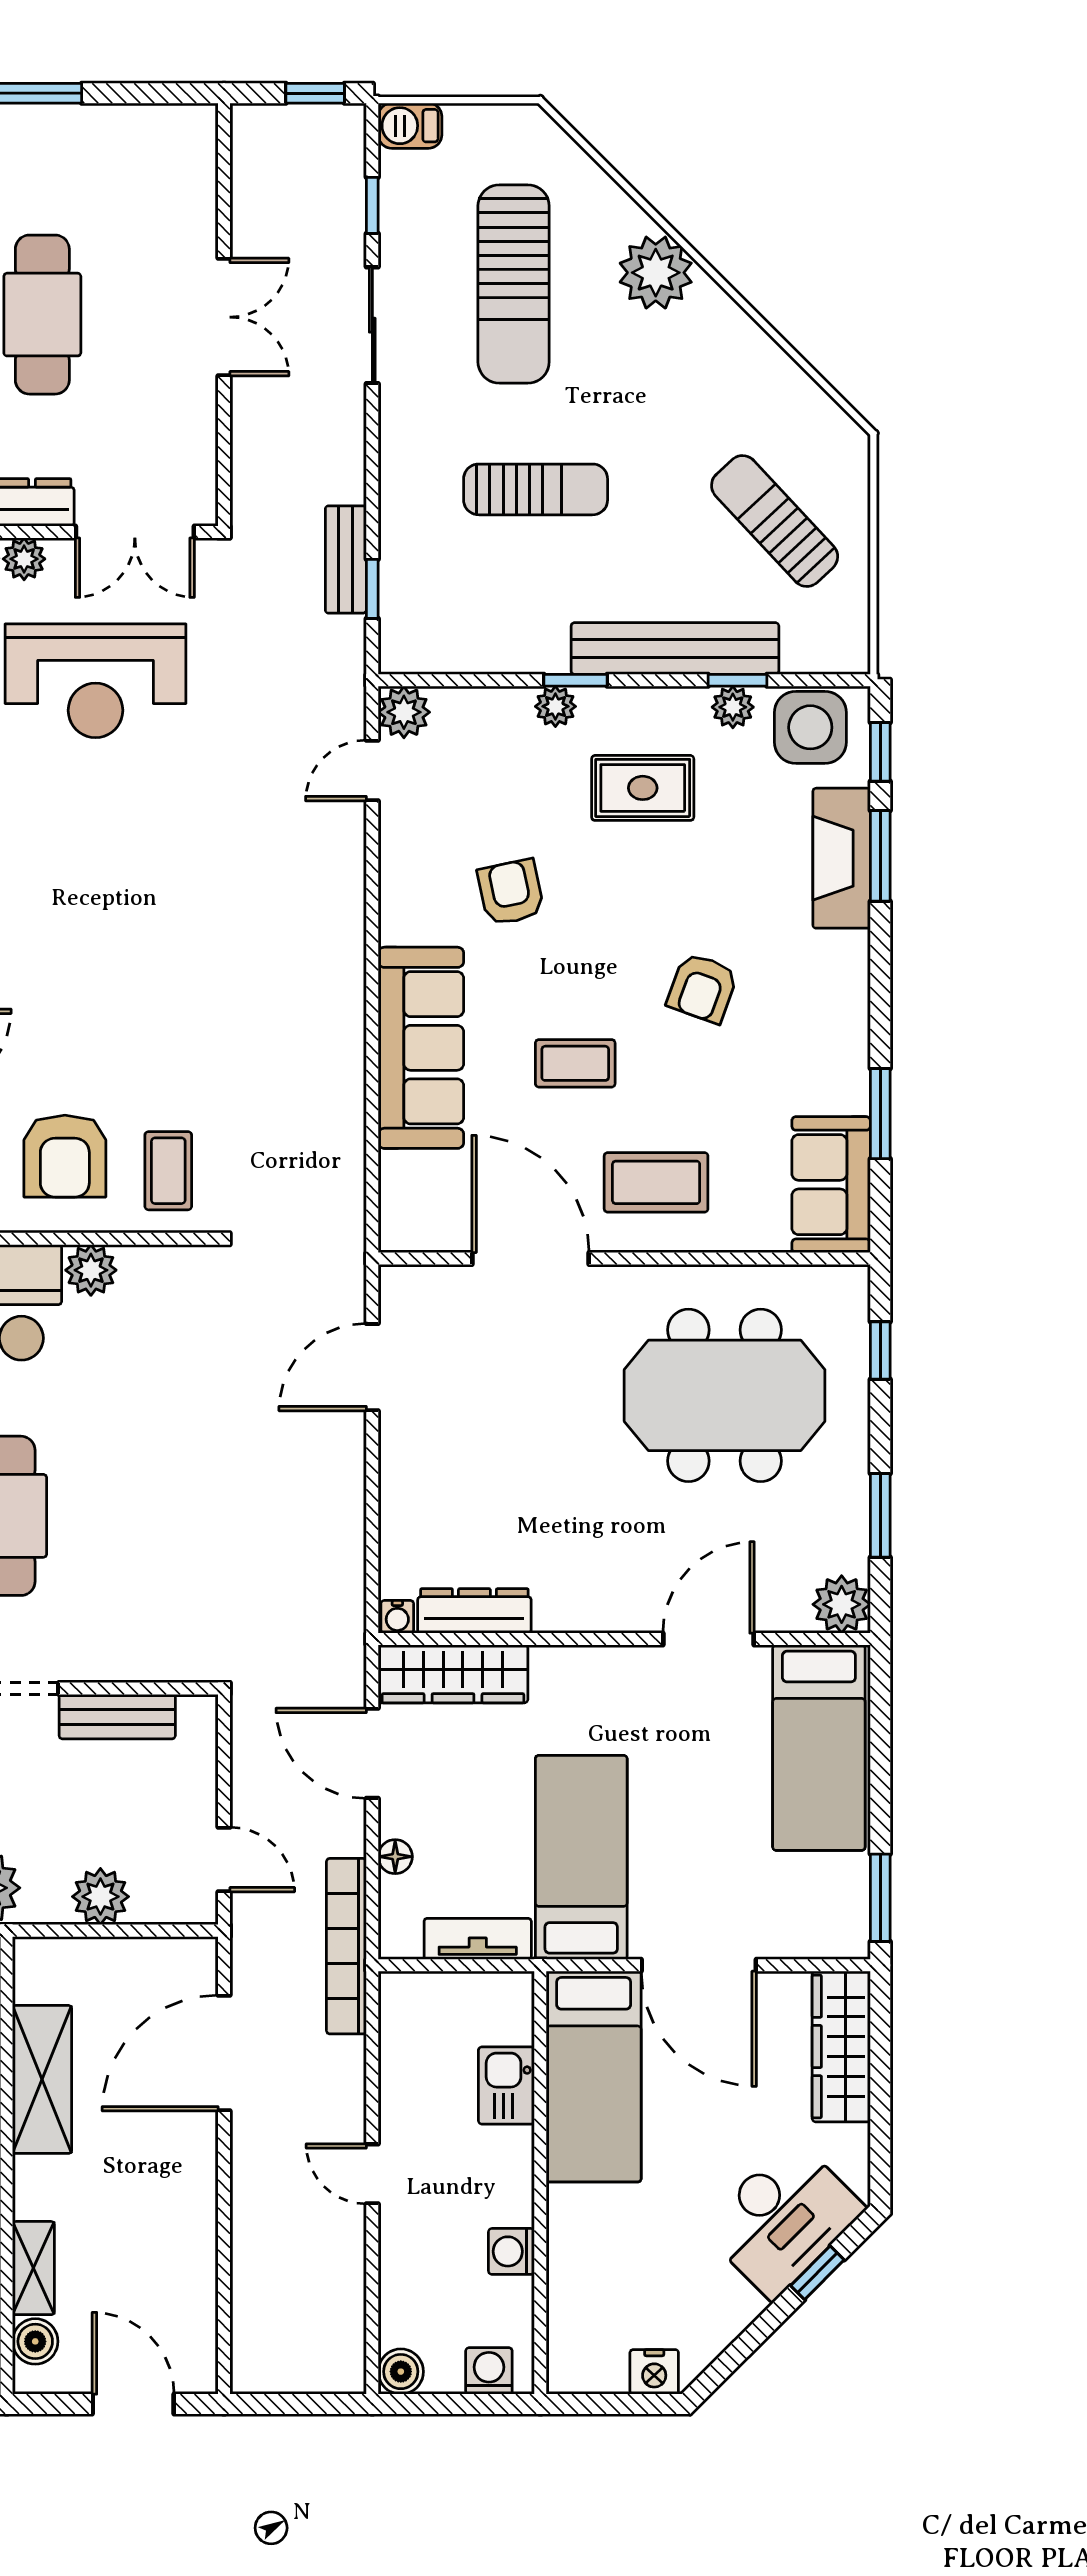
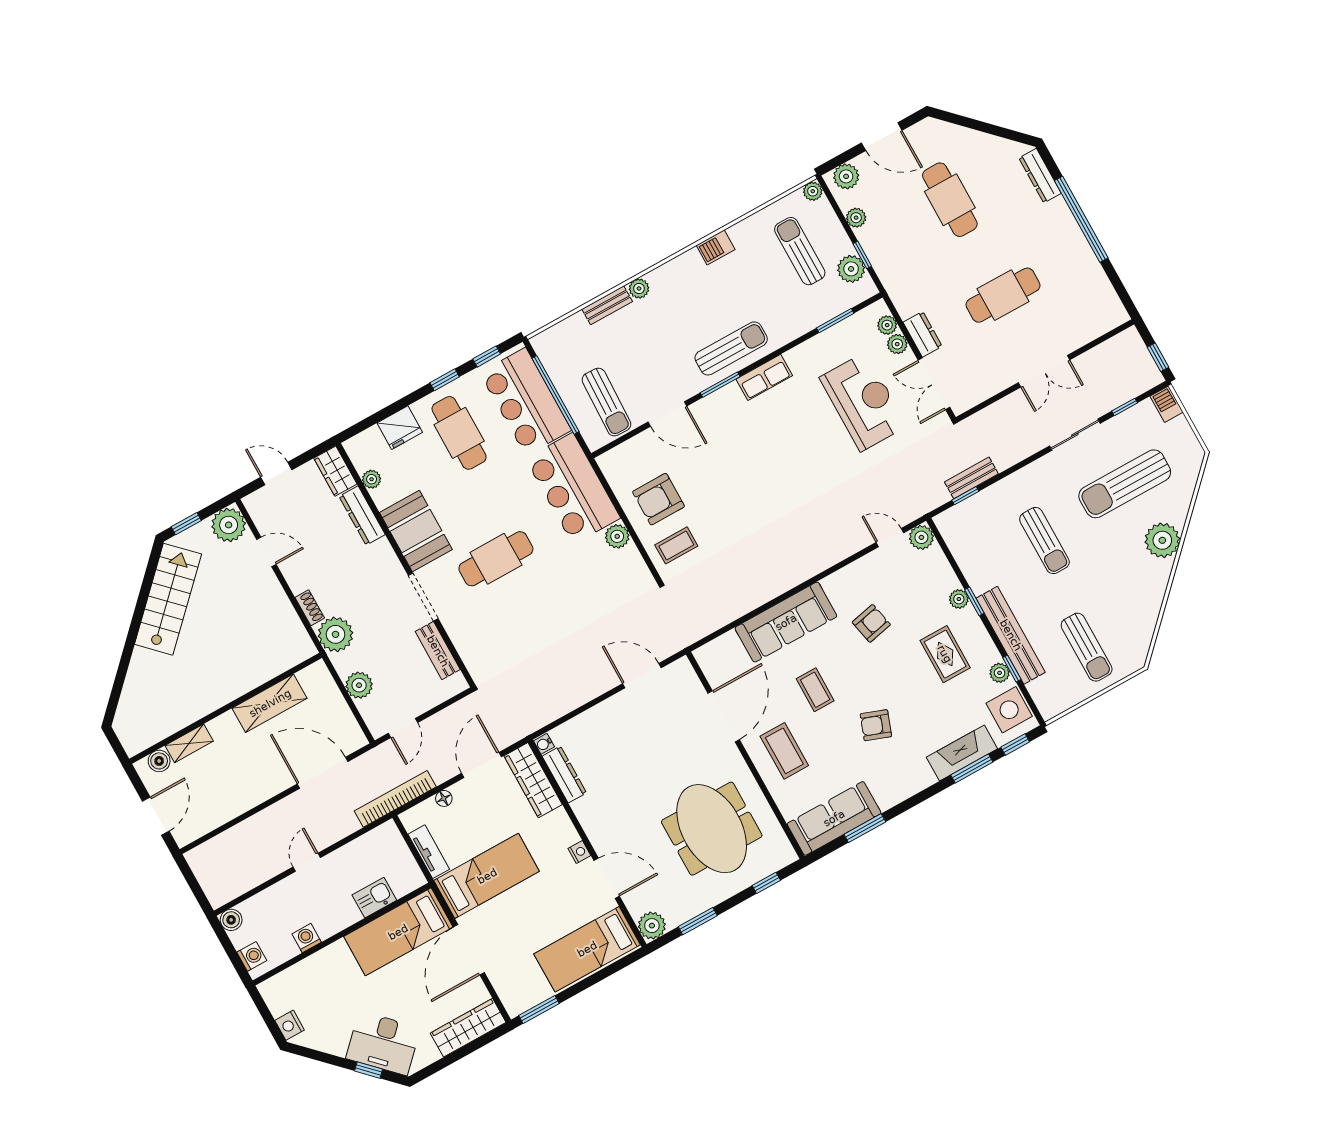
sun lounger: (775, 521) -> (1087, 647), turned 133
reception desk: (95, 681) -> (863, 402), turned 180
sofa: (831, 1185) -> (834, 818), width x1.36
nightstand: (632, 1662) -> (579, 852), added

